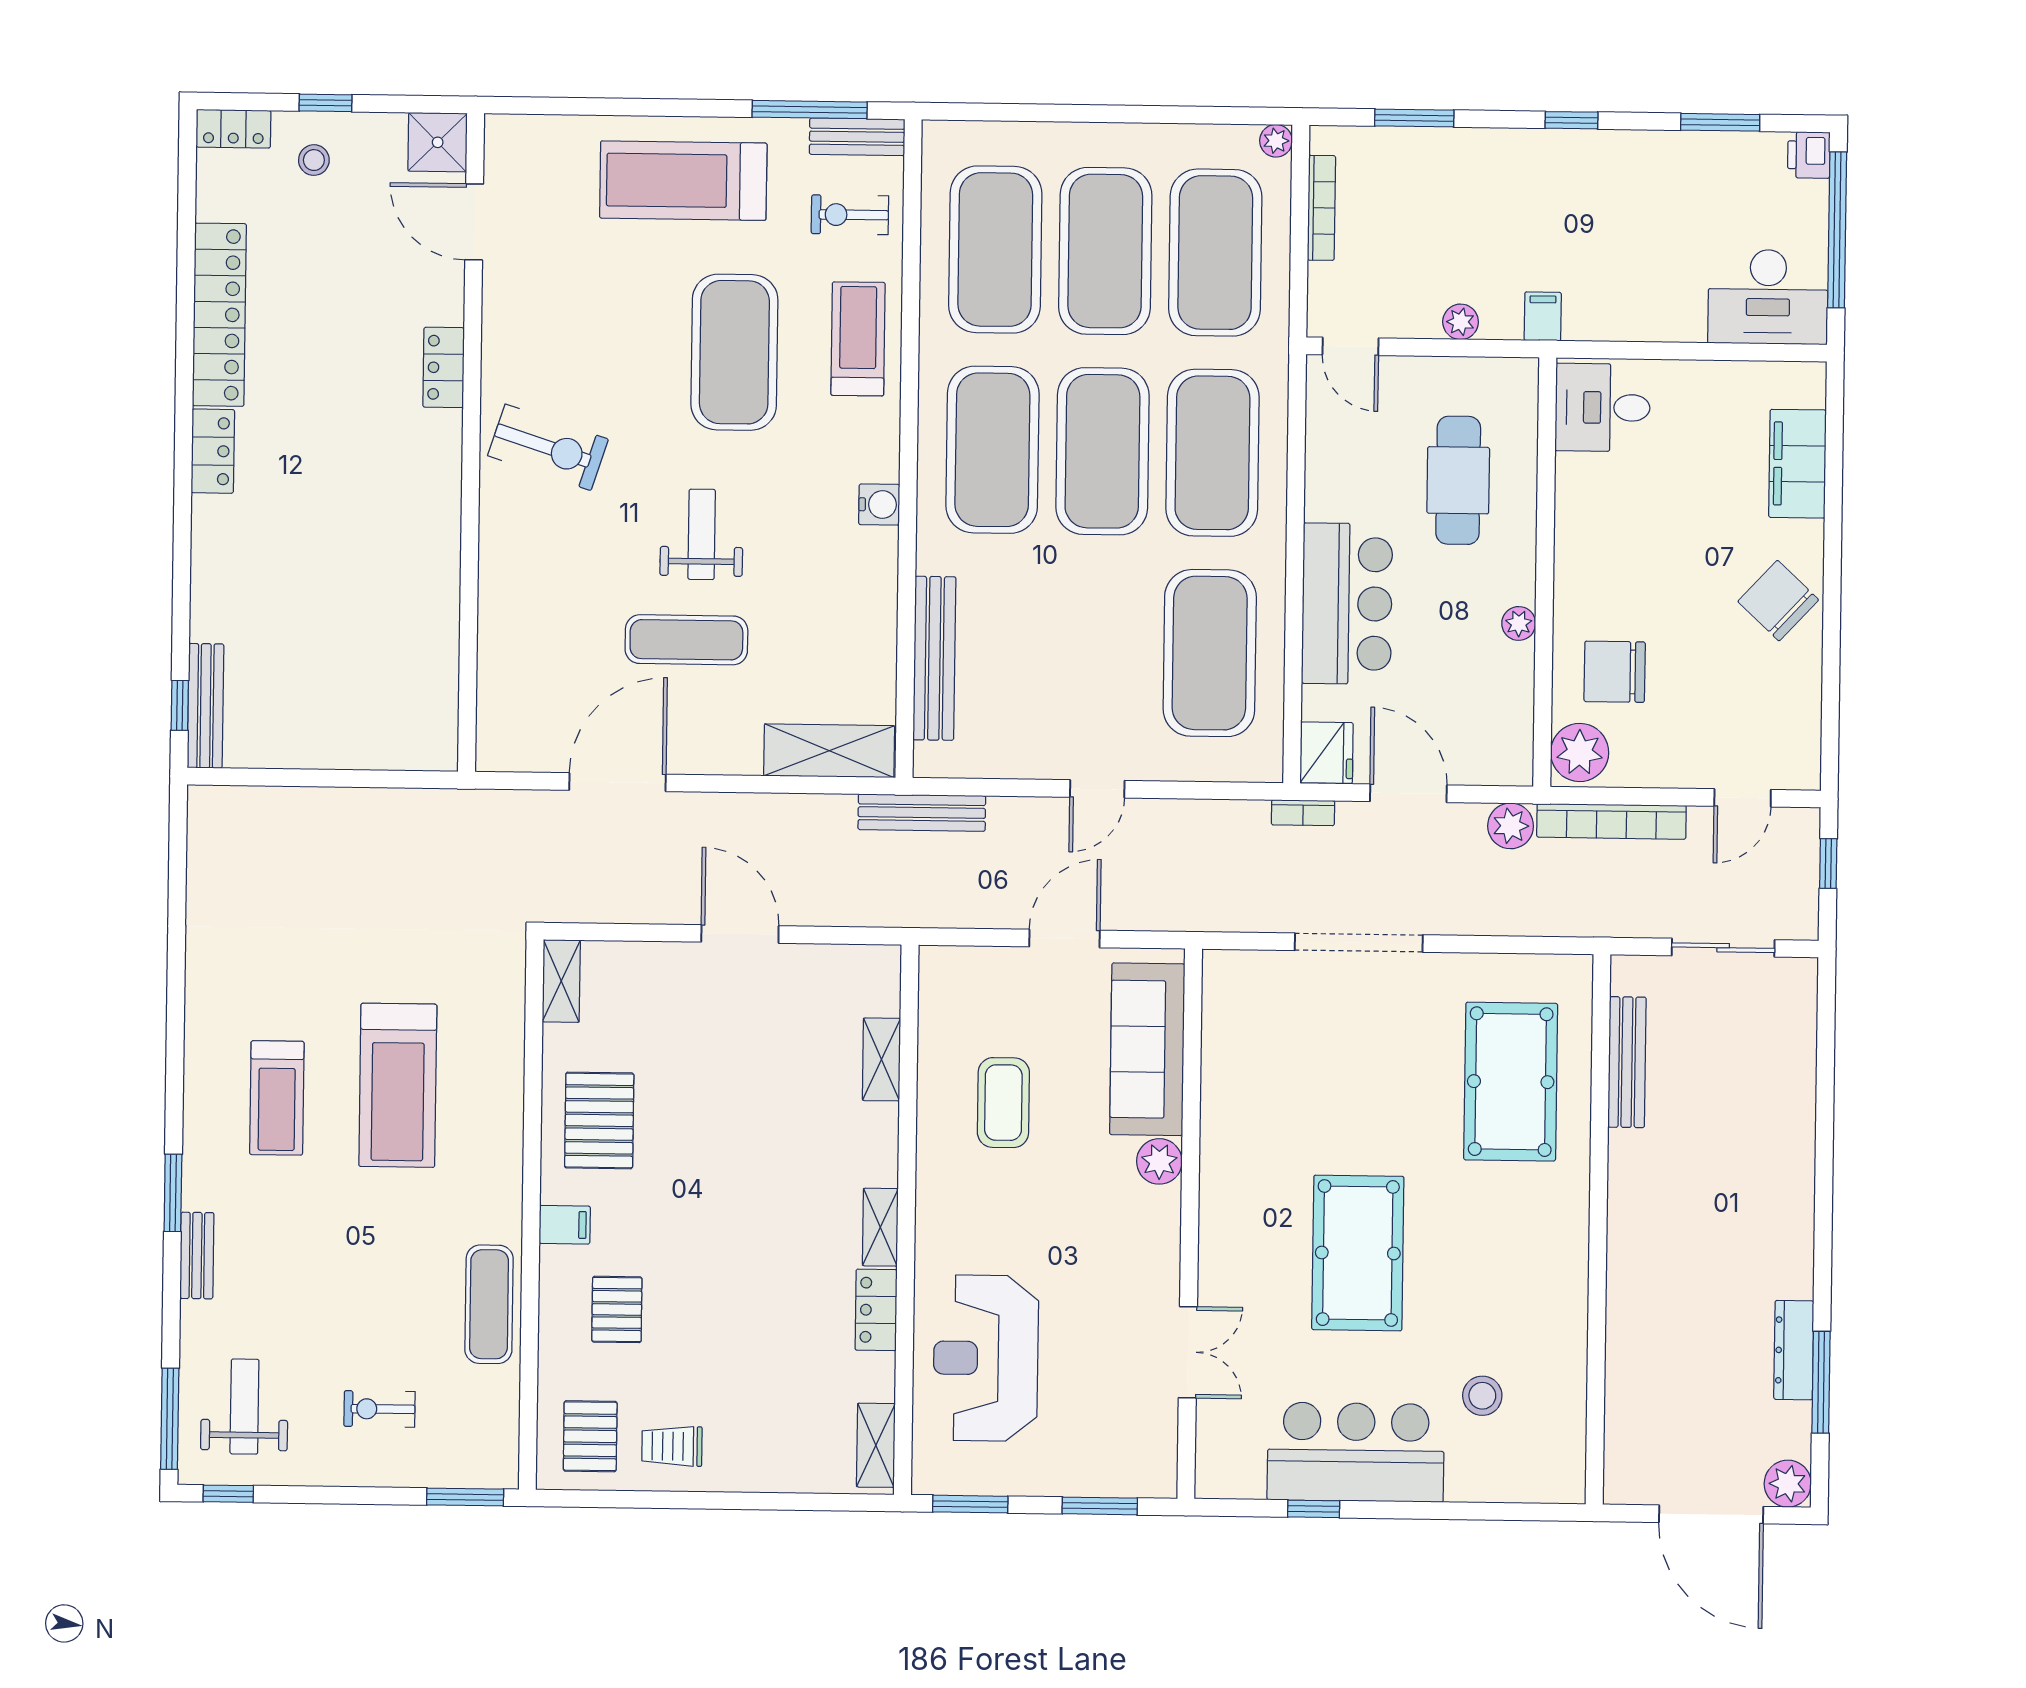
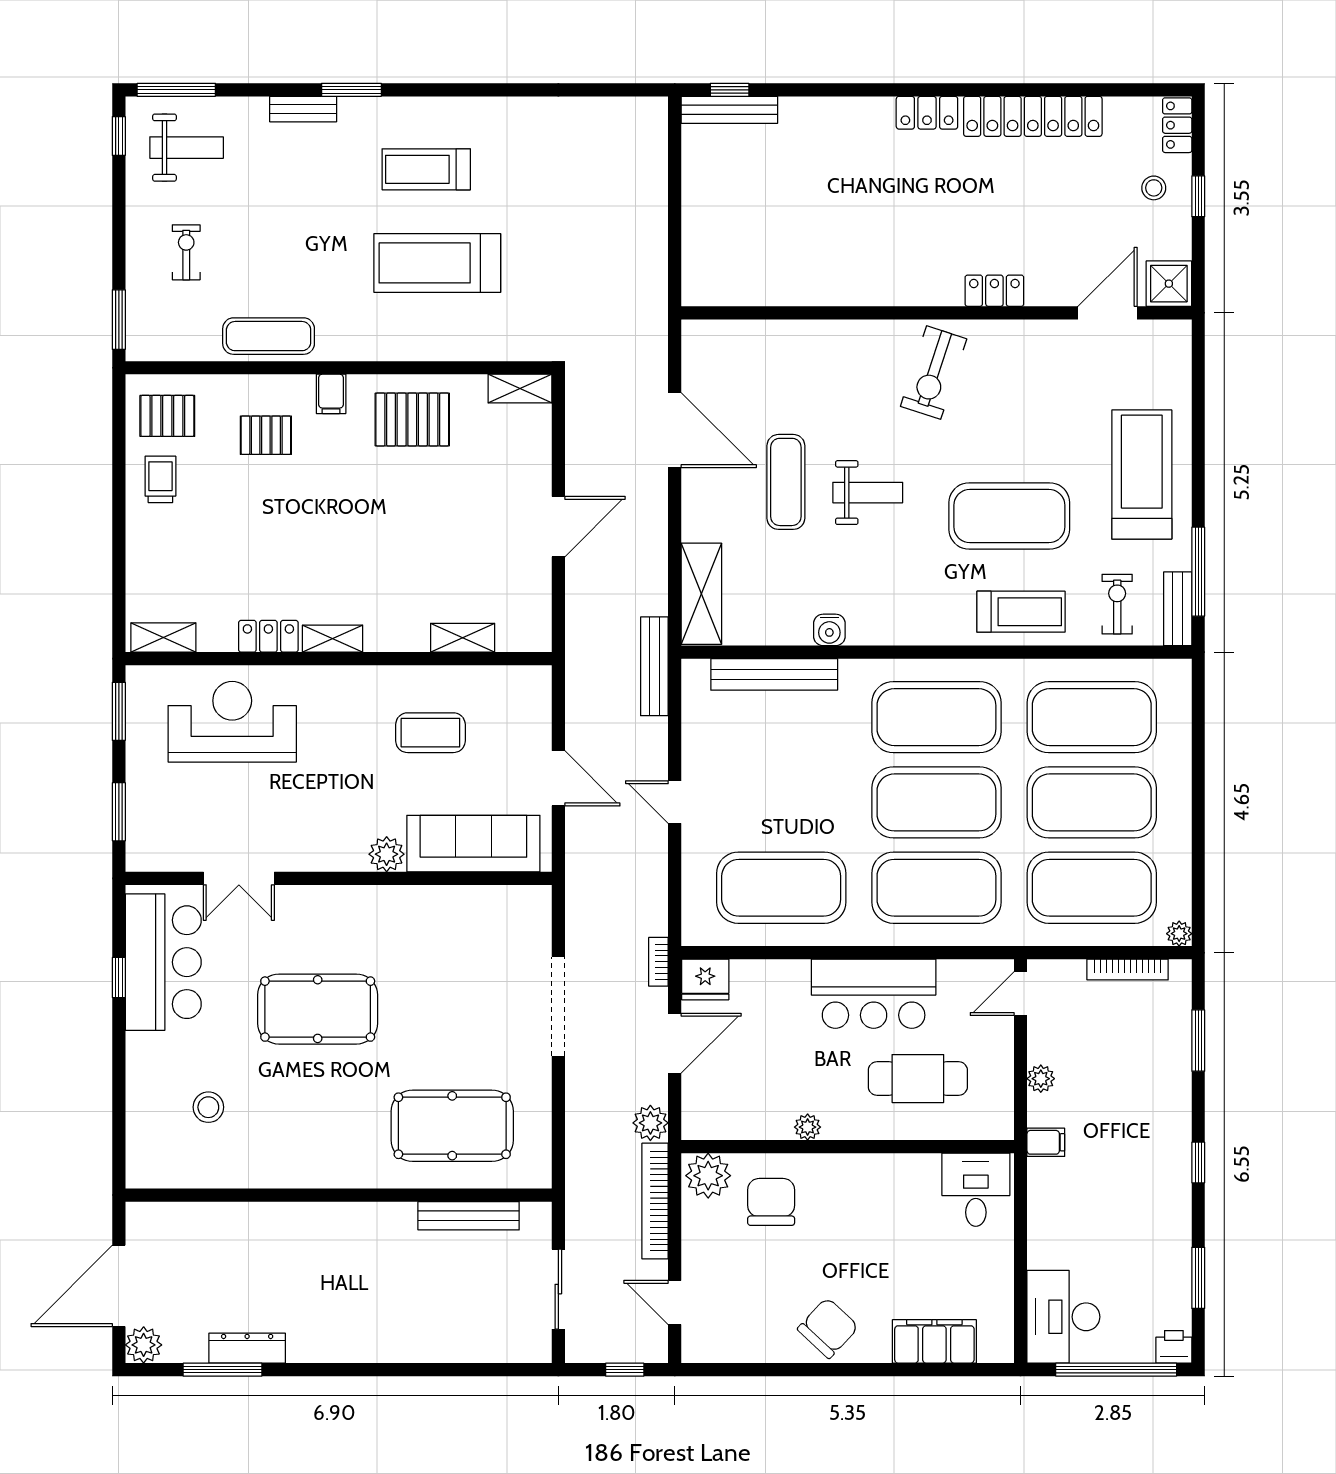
water cooler: (879, 504) -> (829, 630), moved
bar counter: (1347, 604) -> (874, 994), moved
bar counter: (1356, 1452) -> (163, 962), moved

